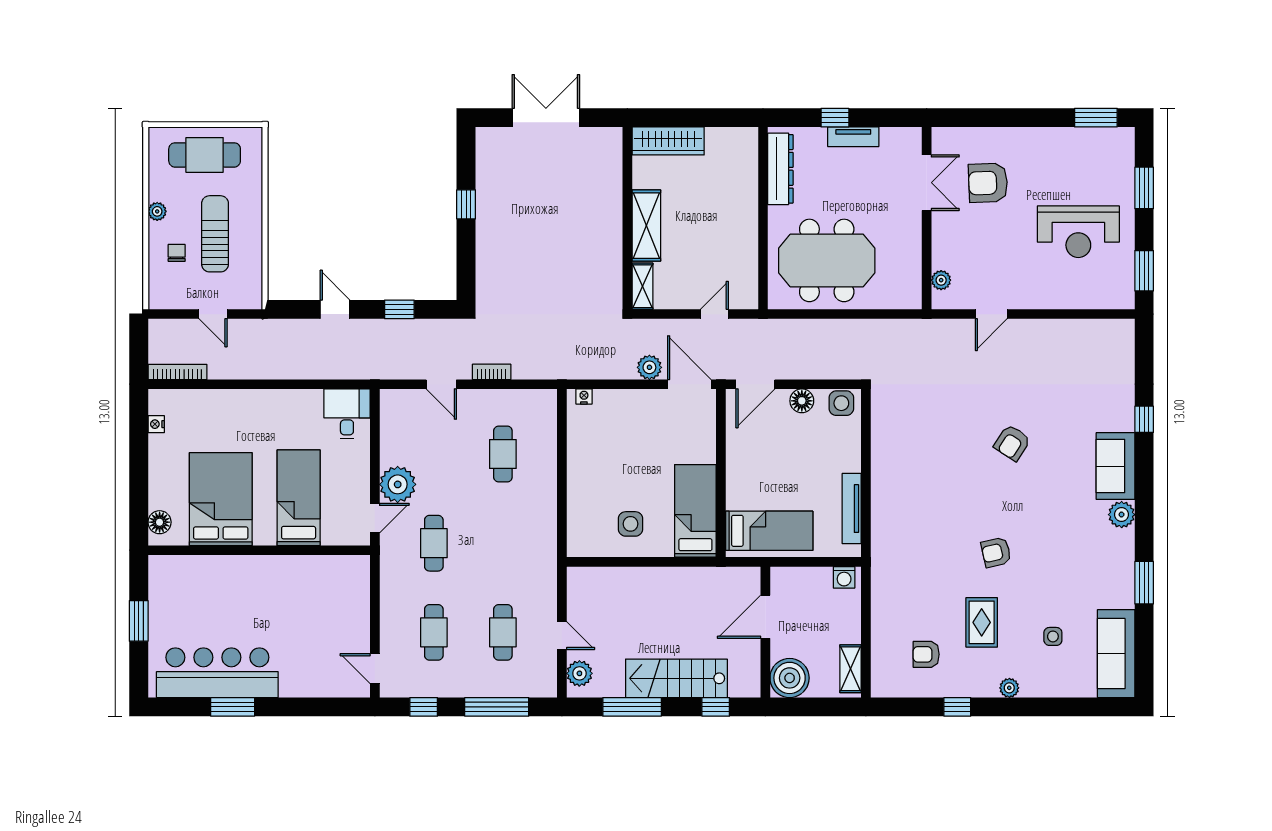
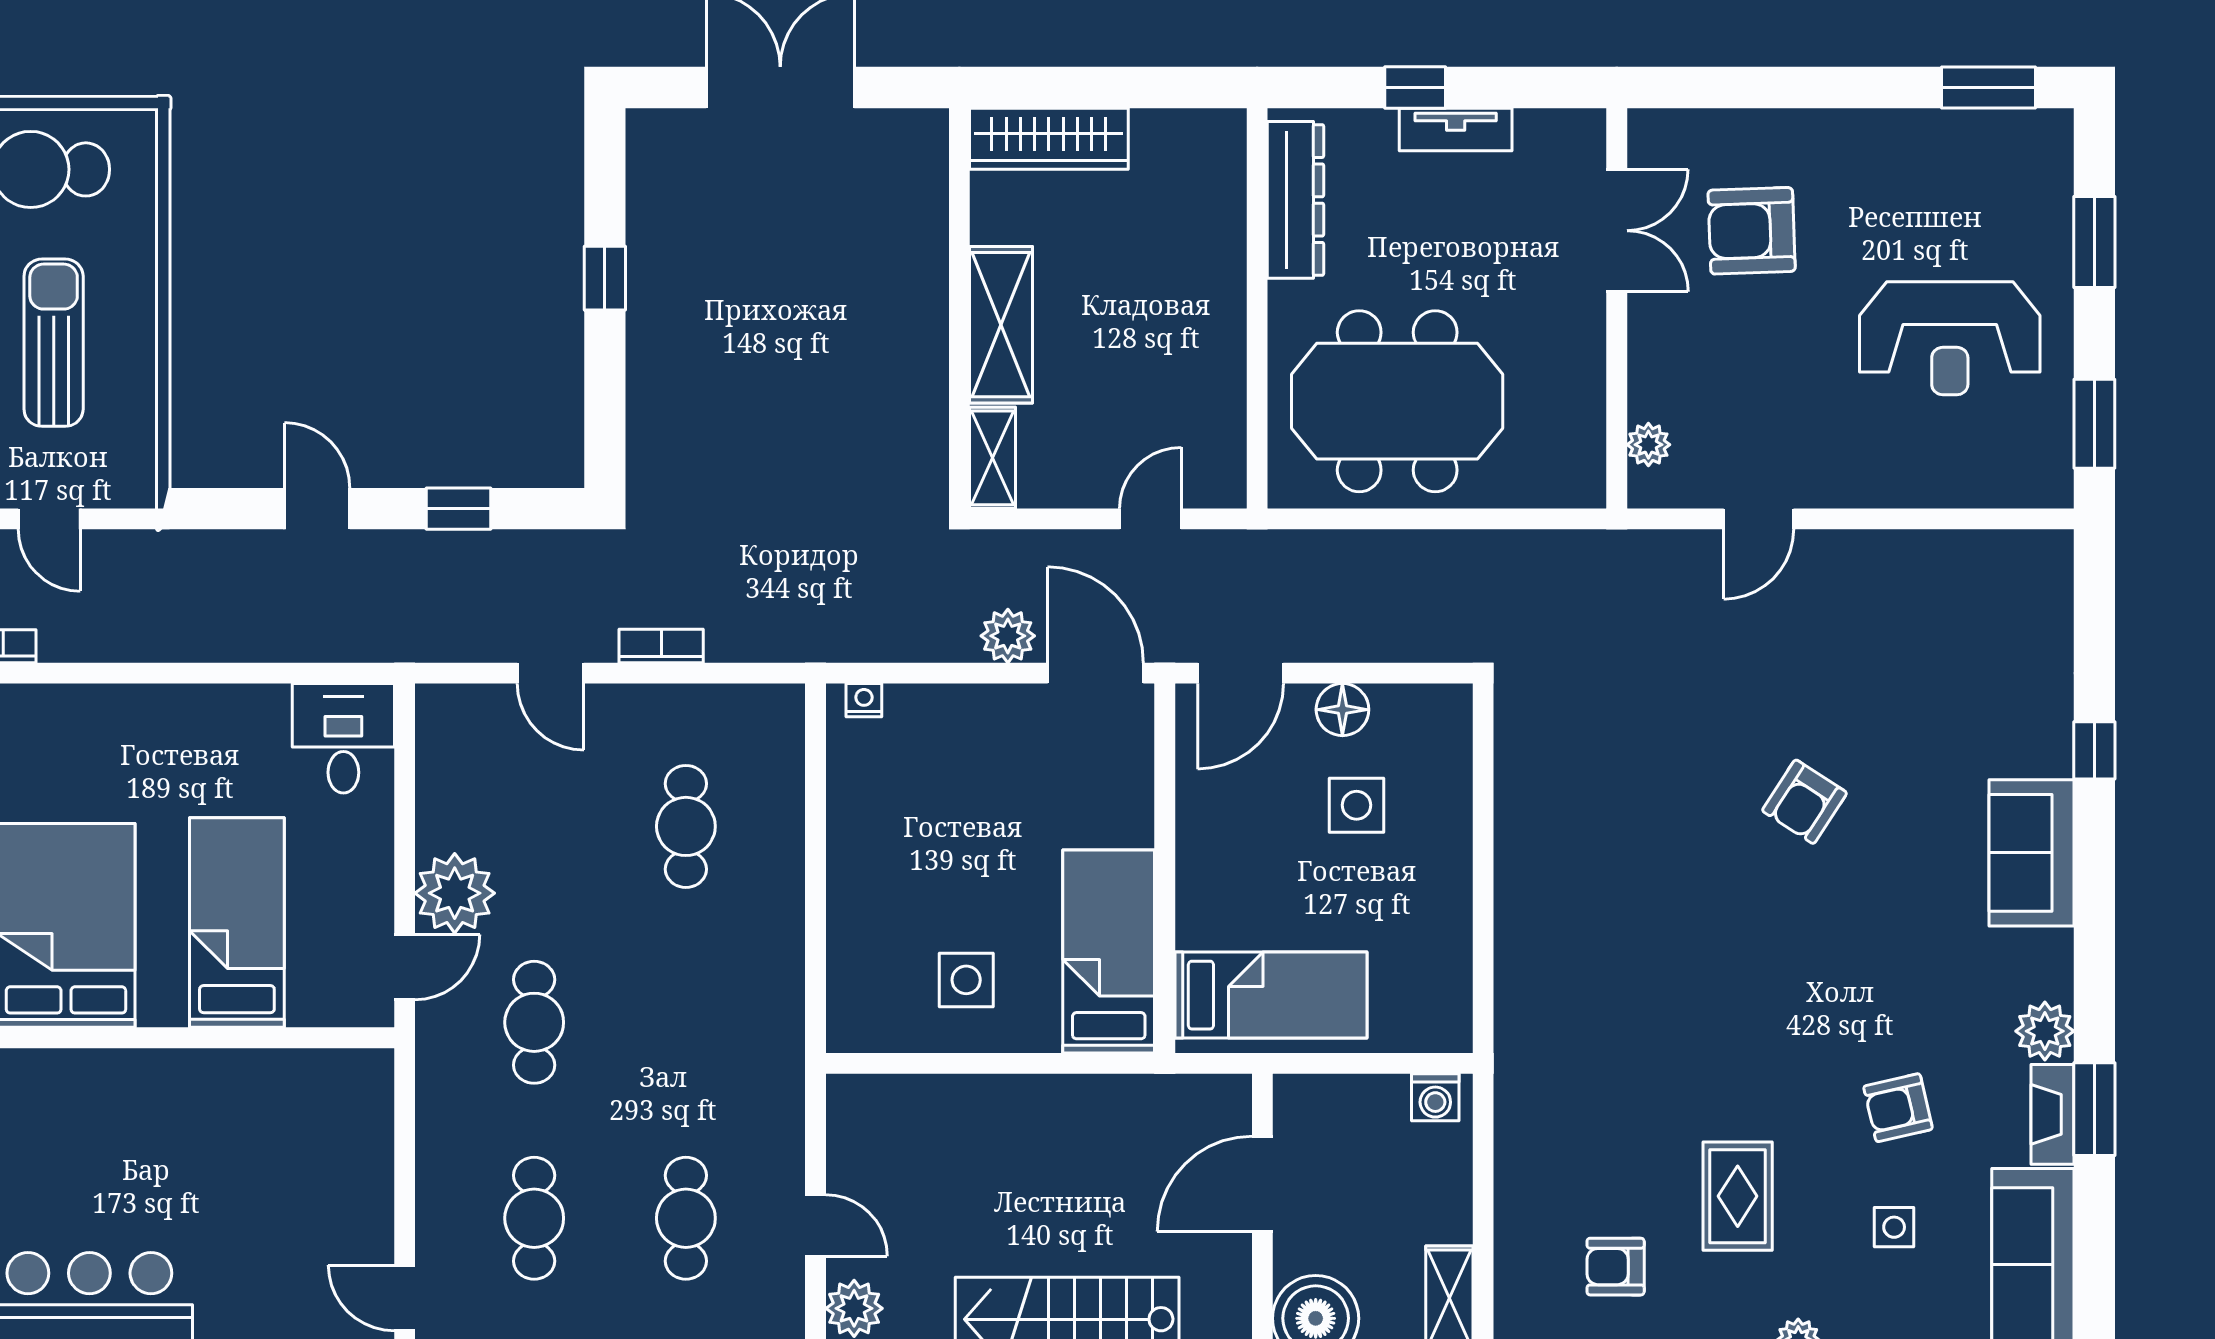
side table: (841, 403) -> (1357, 805), moved
tv unit: (852, 509) -> (1452, 946), removed
plant: (1122, 515) -> (2045, 1031), moved
armchair: (996, 552) -> (1898, 1108), moved
fireplace: (1125, 585) -> (2053, 1114), added

